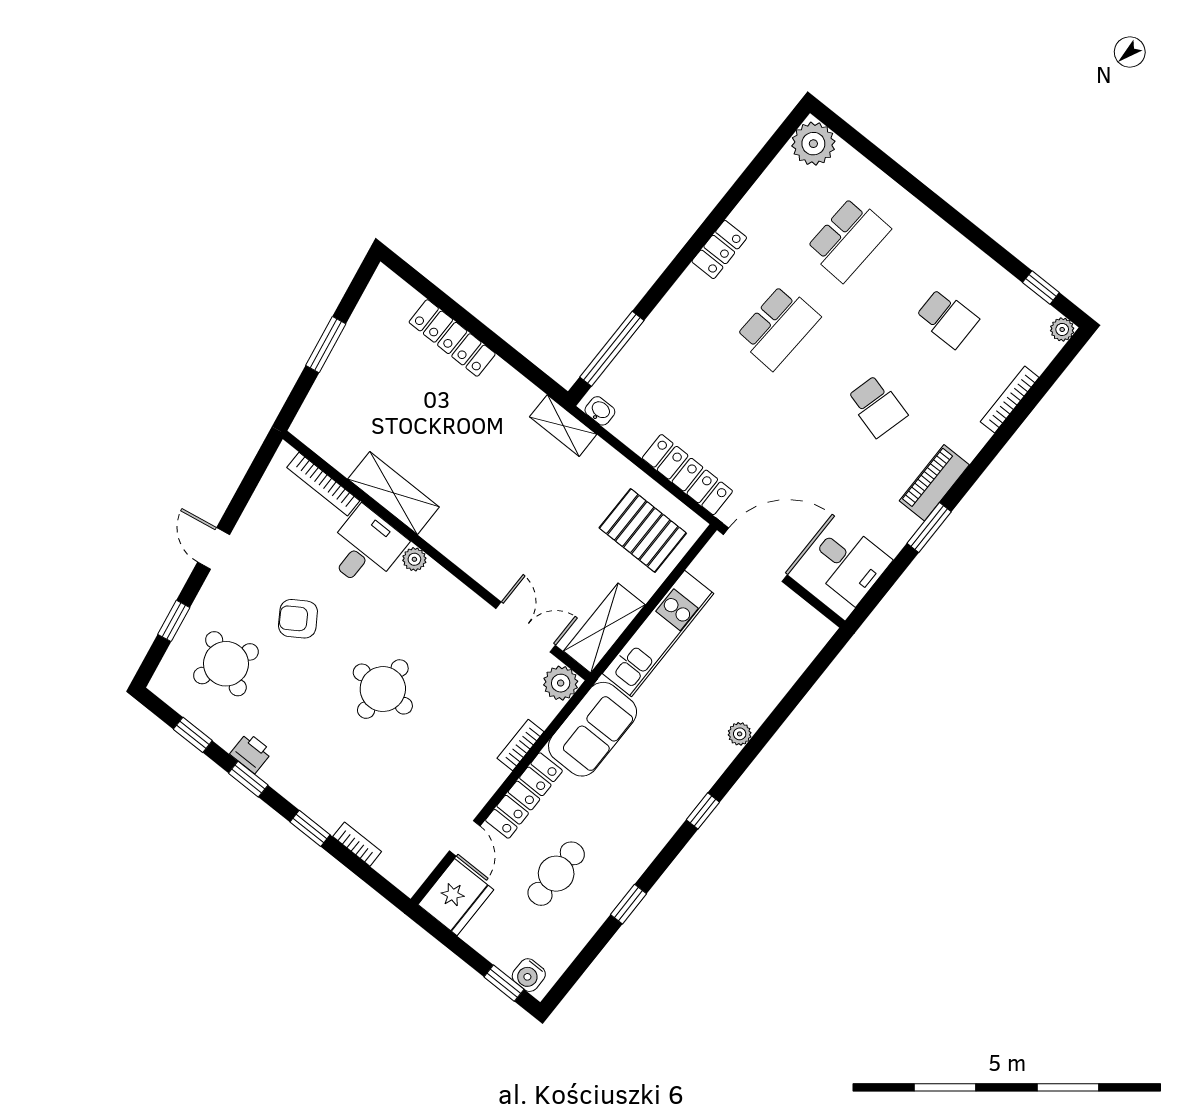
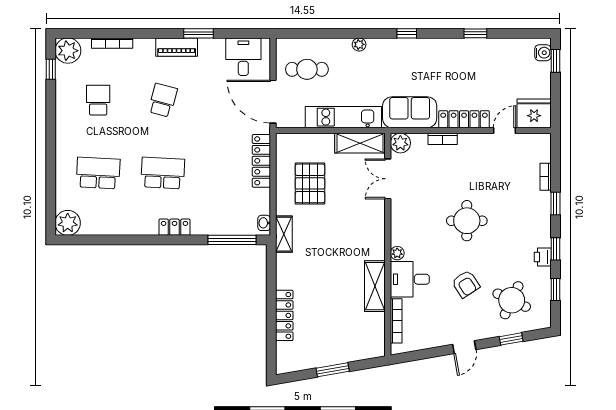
locker: (719, 250) -> (174, 227), moved
plant: (1062, 329) -> (68, 51), width x1.87, depth x1.87
pallet: (643, 530) -> (310, 183), moved
cafe table: (556, 874) -> (307, 69), moved

